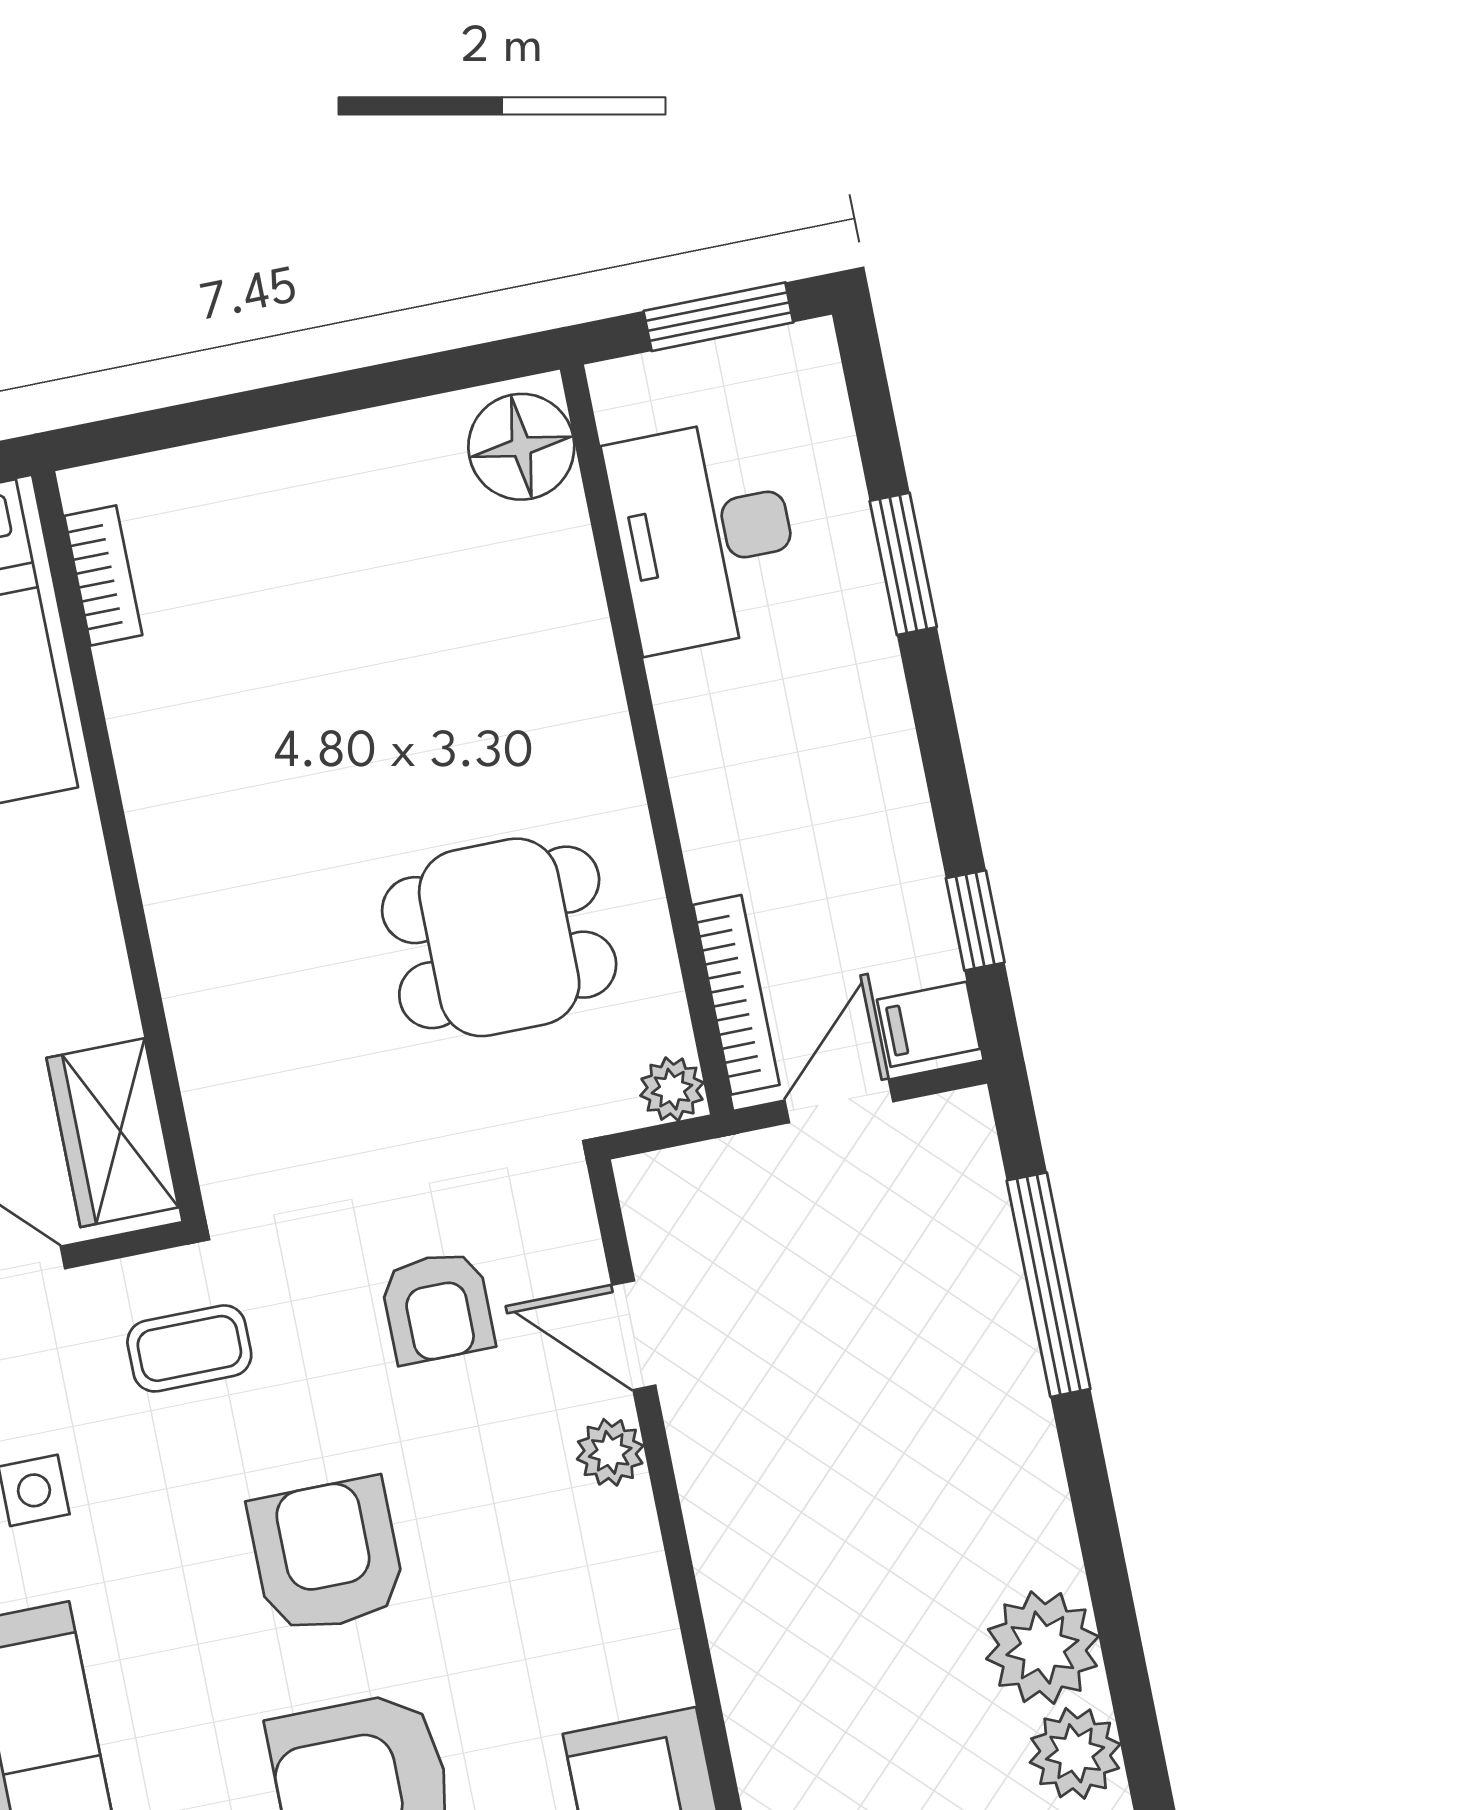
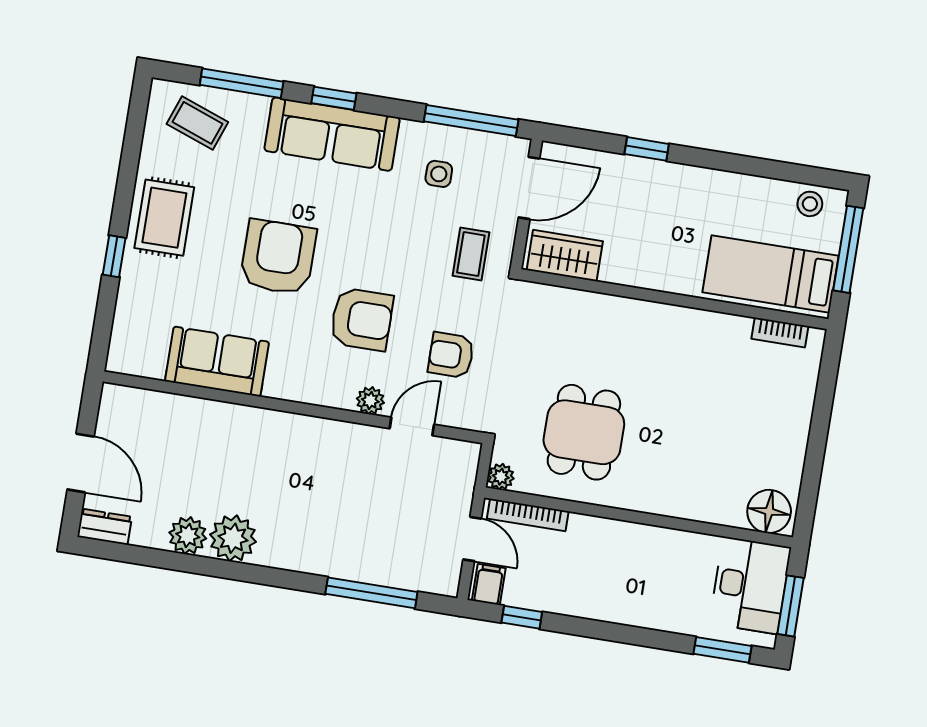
desk: (705, 535) -> (750, 585), moved, turned 90
window: (903, 564) -> (722, 650), moved
armchair: (327, 1556) -> (362, 319), moved

